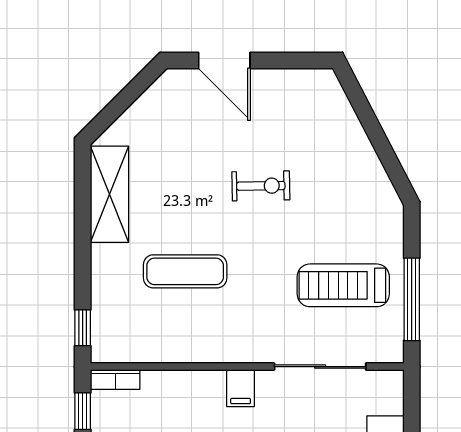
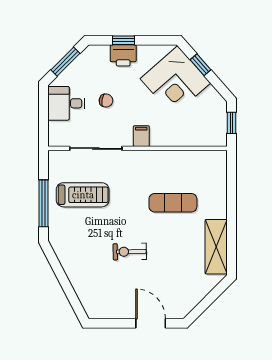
window: (412, 299) -> (44, 203), moved
window: (83, 328) -> (232, 170), removed
bookcase: (115, 380) -> (213, 141), removed

